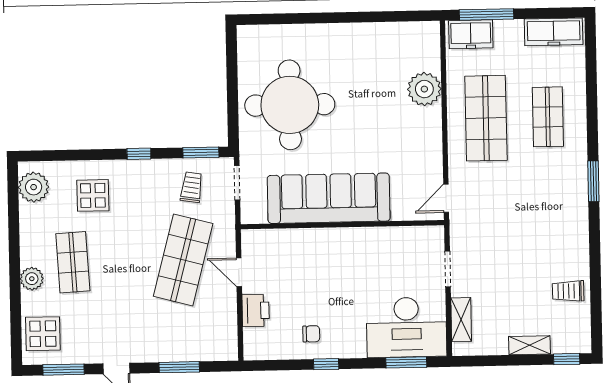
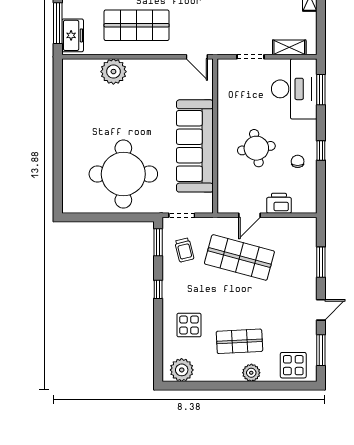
trolley: (192, 187) -> (184, 250), turned -113
round table: (327, 279) -> (256, 148), added

